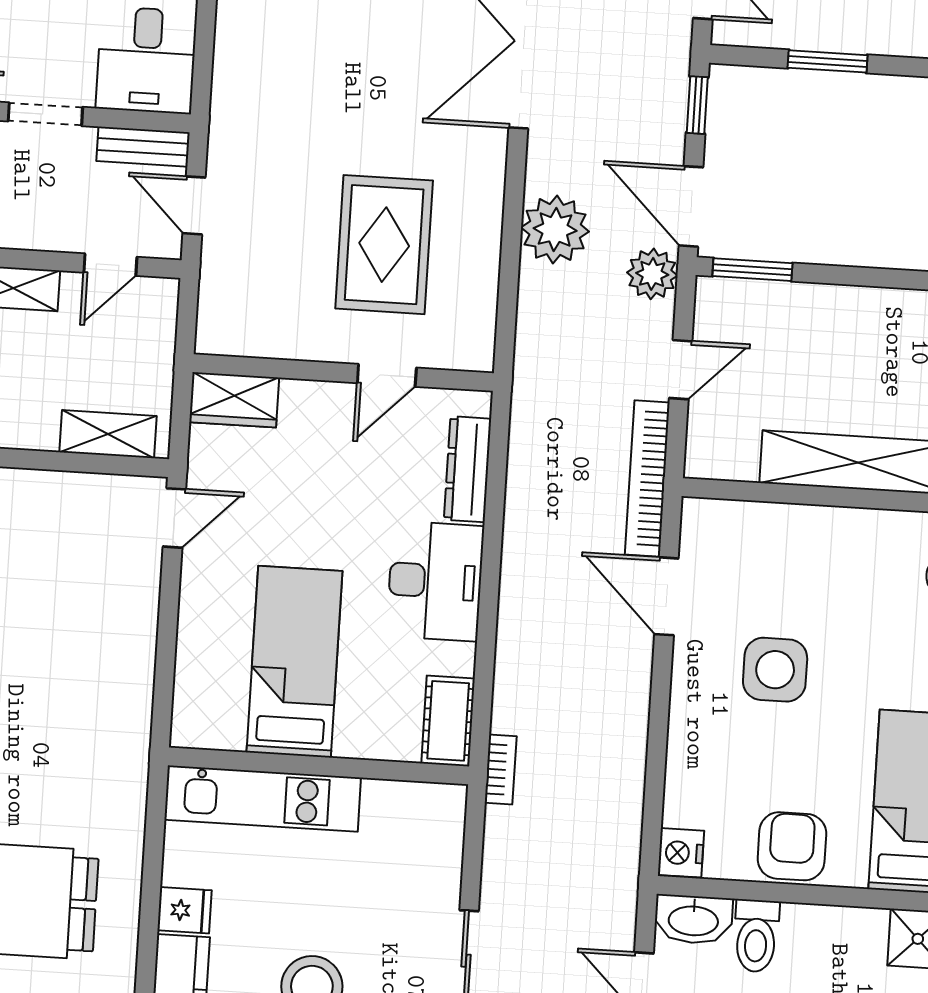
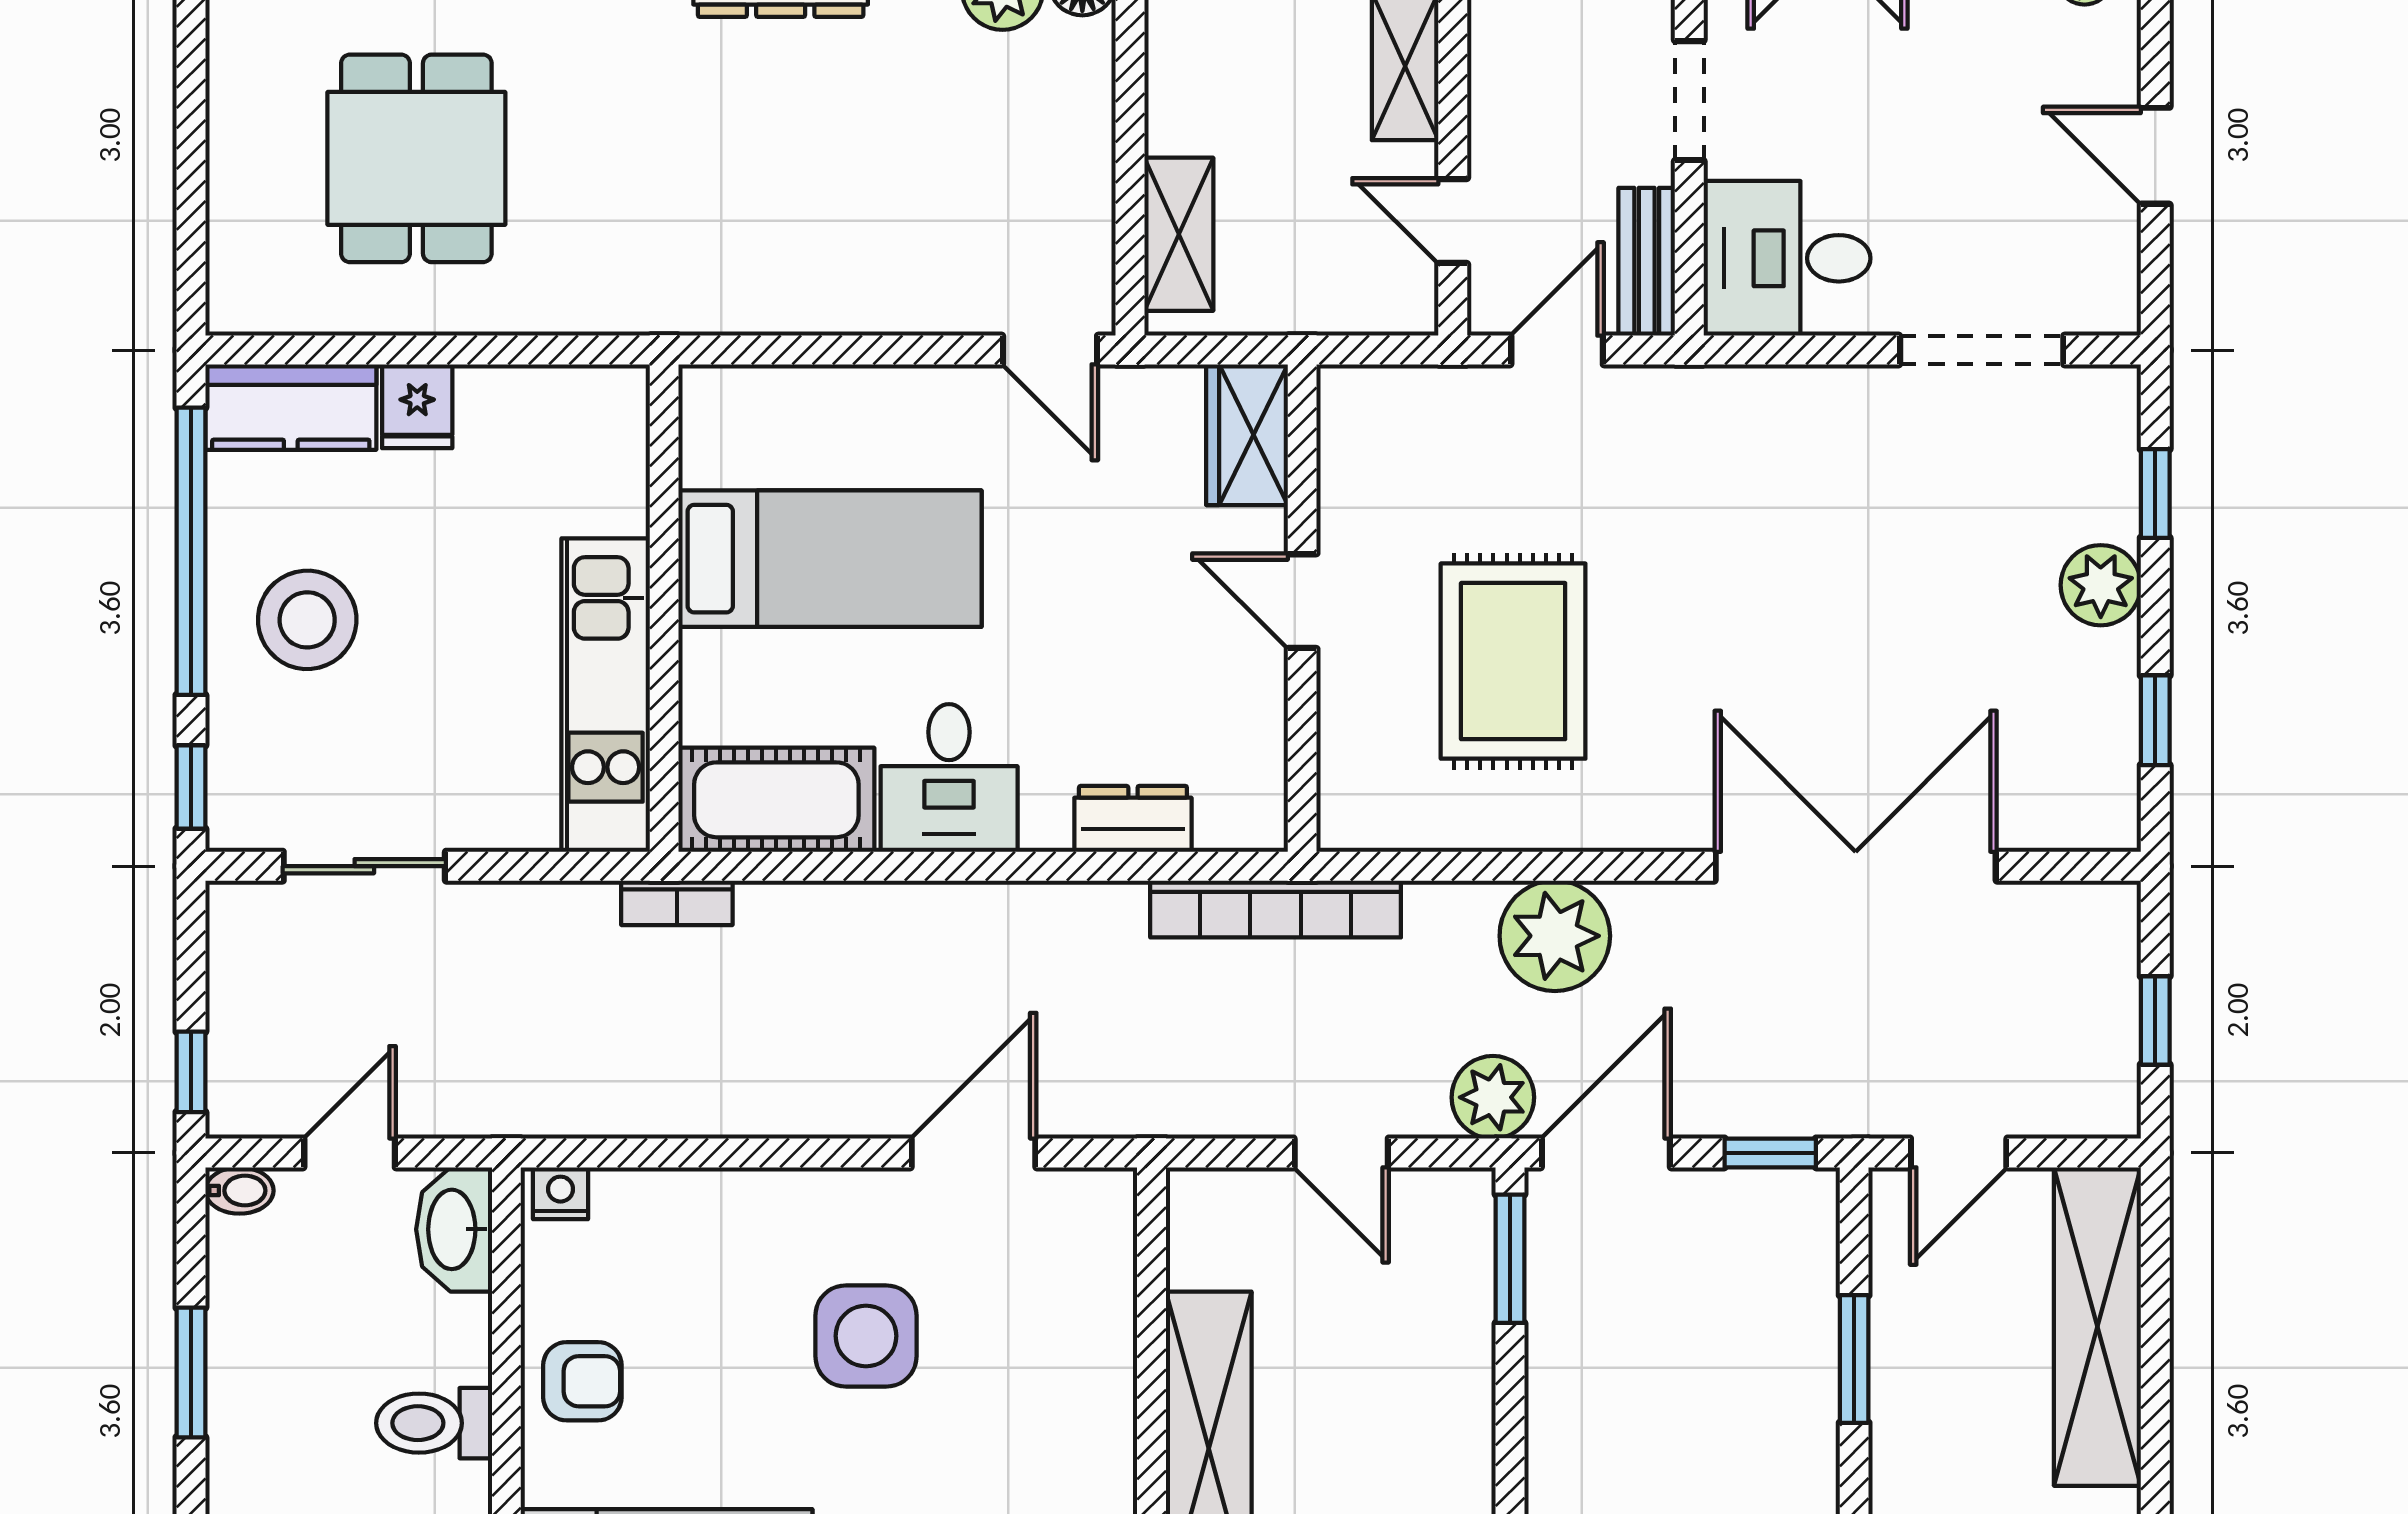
rug: (384, 245) -> (1513, 661), turned 90
door: (387, 375) -> (1302, 601), moved
dresser: (468, 469) -> (1133, 819), width x0.70
bookcase: (647, 478) -> (1276, 909), moved, turned 180
desk: (435, 581) -> (949, 778), width x0.73
cot: (448, 721) -> (776, 800), width x1.37, depth x1.34
kitchen unit: (263, 799) -> (606, 695), moved
armchair: (792, 846) -> (582, 1381), width x0.72, depth x0.72
nightstand: (681, 853) -> (561, 1193), width x0.72, depth x0.74
toilet: (756, 936) -> (434, 1423), moved

